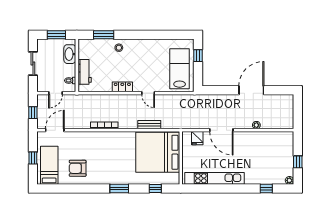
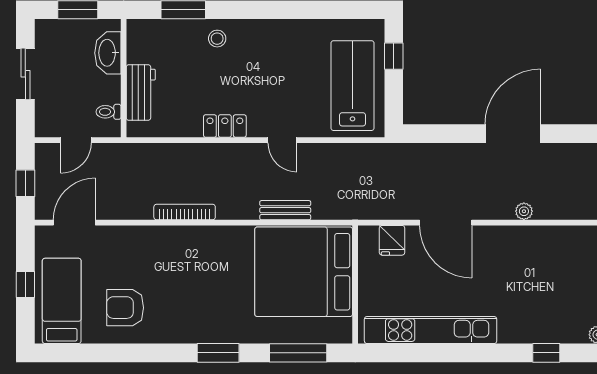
window: (155, 189) -> (298, 353), width x2.17

